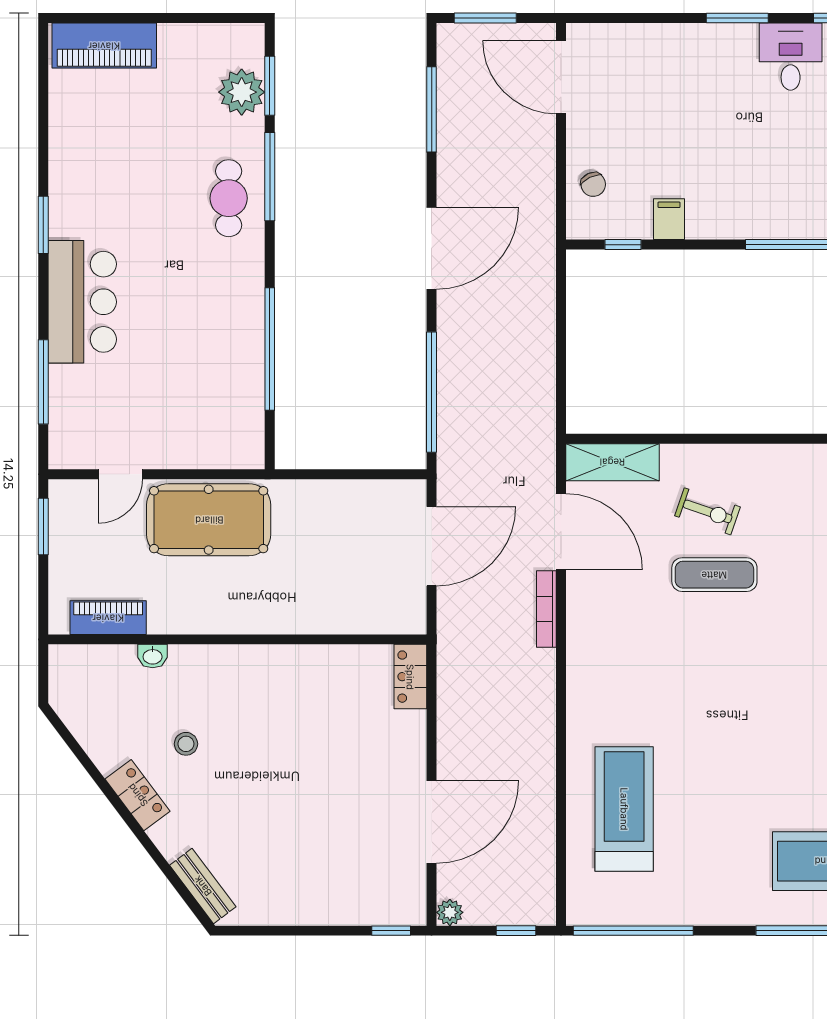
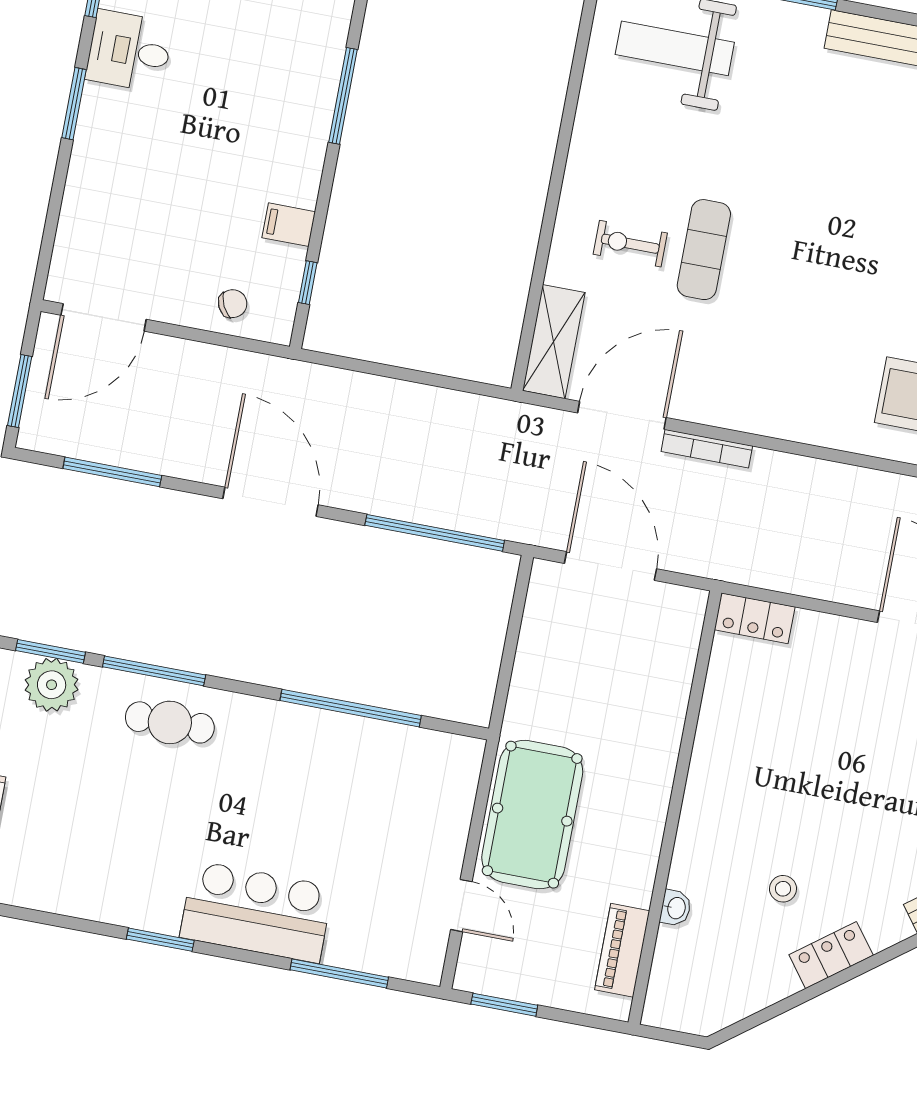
exercise bike: (708, 511) -> (630, 244), turned -109

